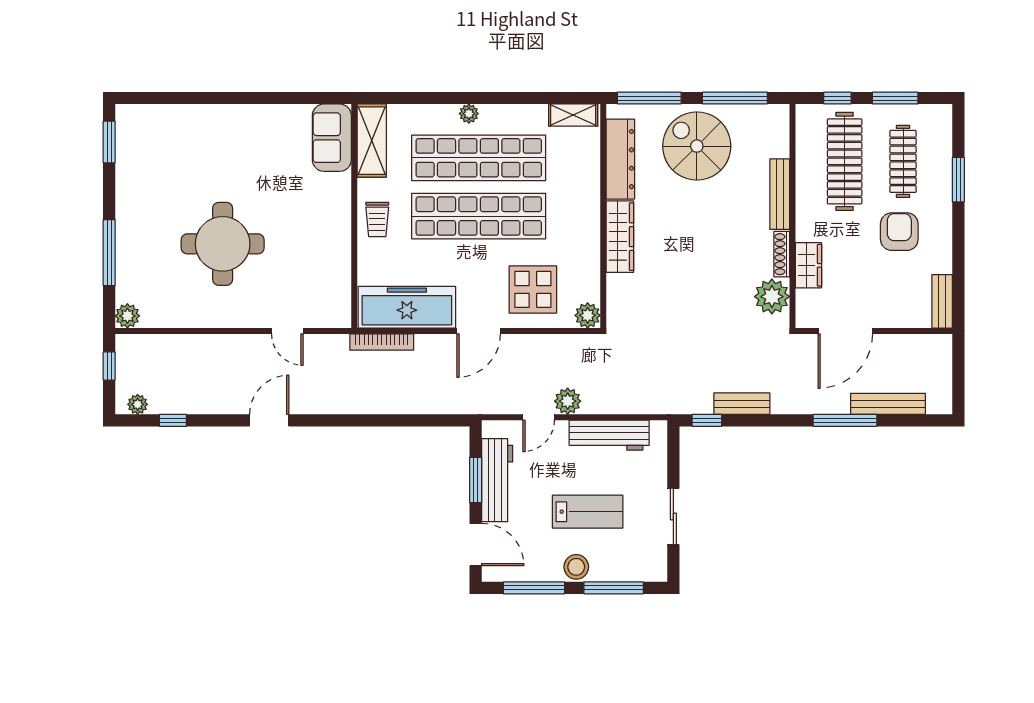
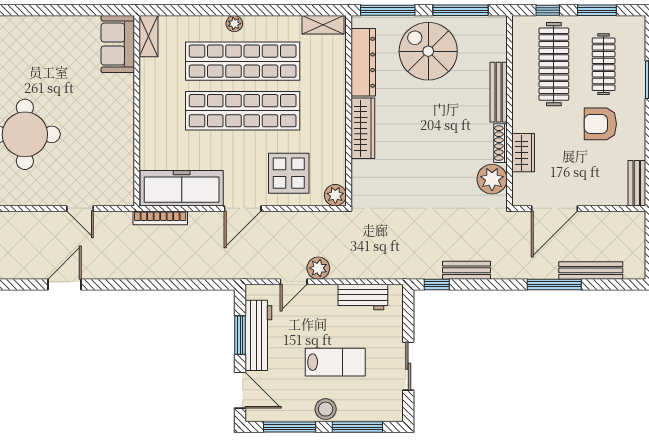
shelving: (372, 141) -> (149, 36), width x0.67, depth x0.75
trolley: (377, 219) -> (156, 114), removed
armchair: (899, 232) -> (600, 124), turned -90
workbench: (609, 435) -> (363, 297), width x0.73

